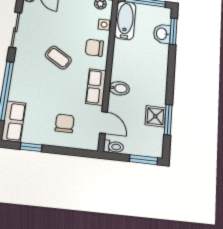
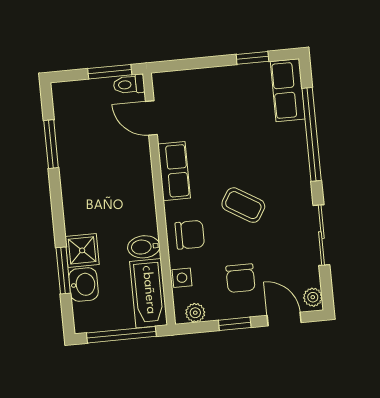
window: (173, 31) -> (63, 270), moved
bidet: (119, 88) -> (144, 247), moved
shower: (155, 116) -> (82, 250), moved
chair: (65, 123) -> (240, 278), moved
window: (144, 160) -> (110, 72), moved

